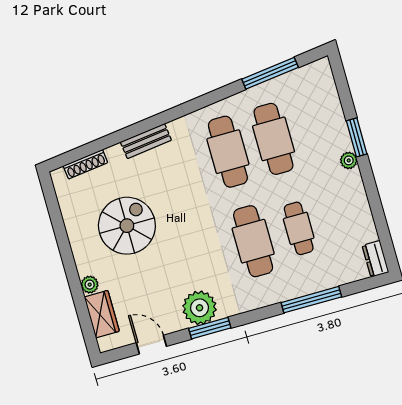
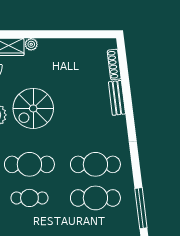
bench: (146, 141) -> (117, 98), moved
spiral stairs: (127, 226) -> (33, 108), moved, turned 90

